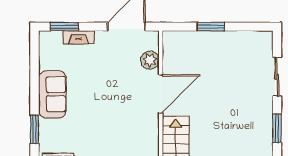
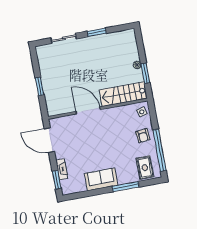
plant: (150, 60) -> (68, 121), removed
window: (35, 129) -> (126, 187), width x1.44

